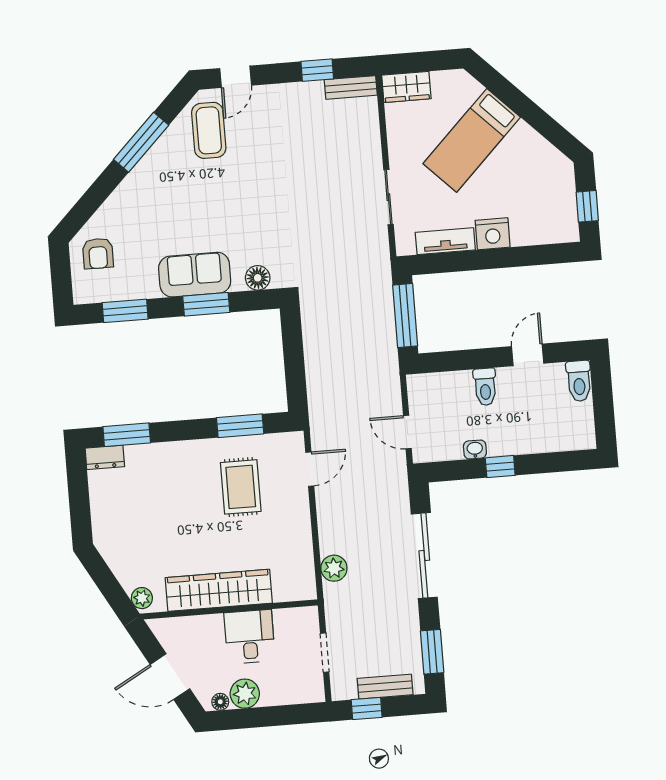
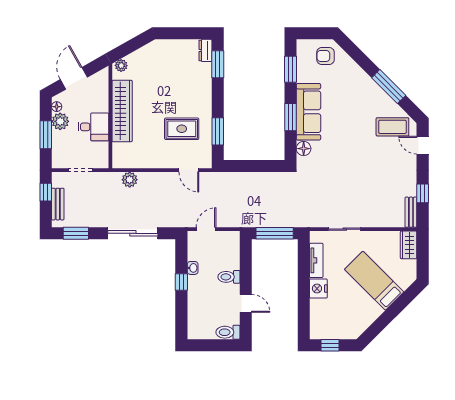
sofa: (195, 275) -> (308, 112), width x1.36
window: (269, 716) -> (46, 135), added

